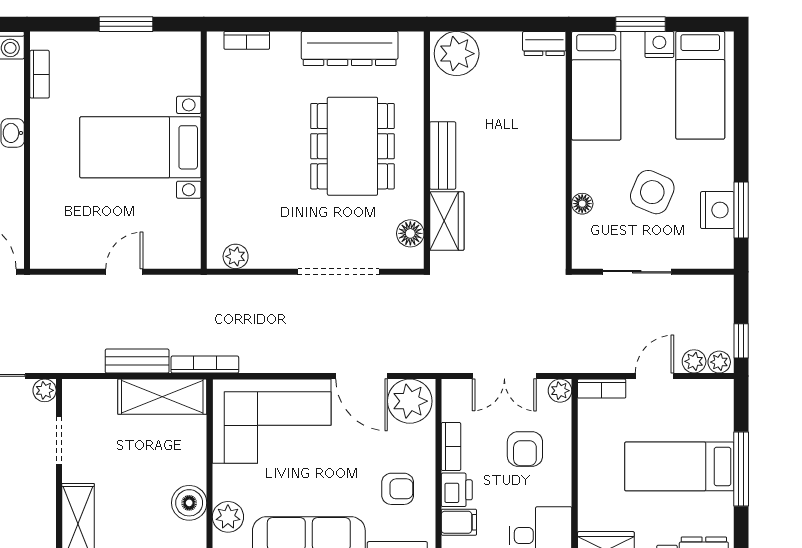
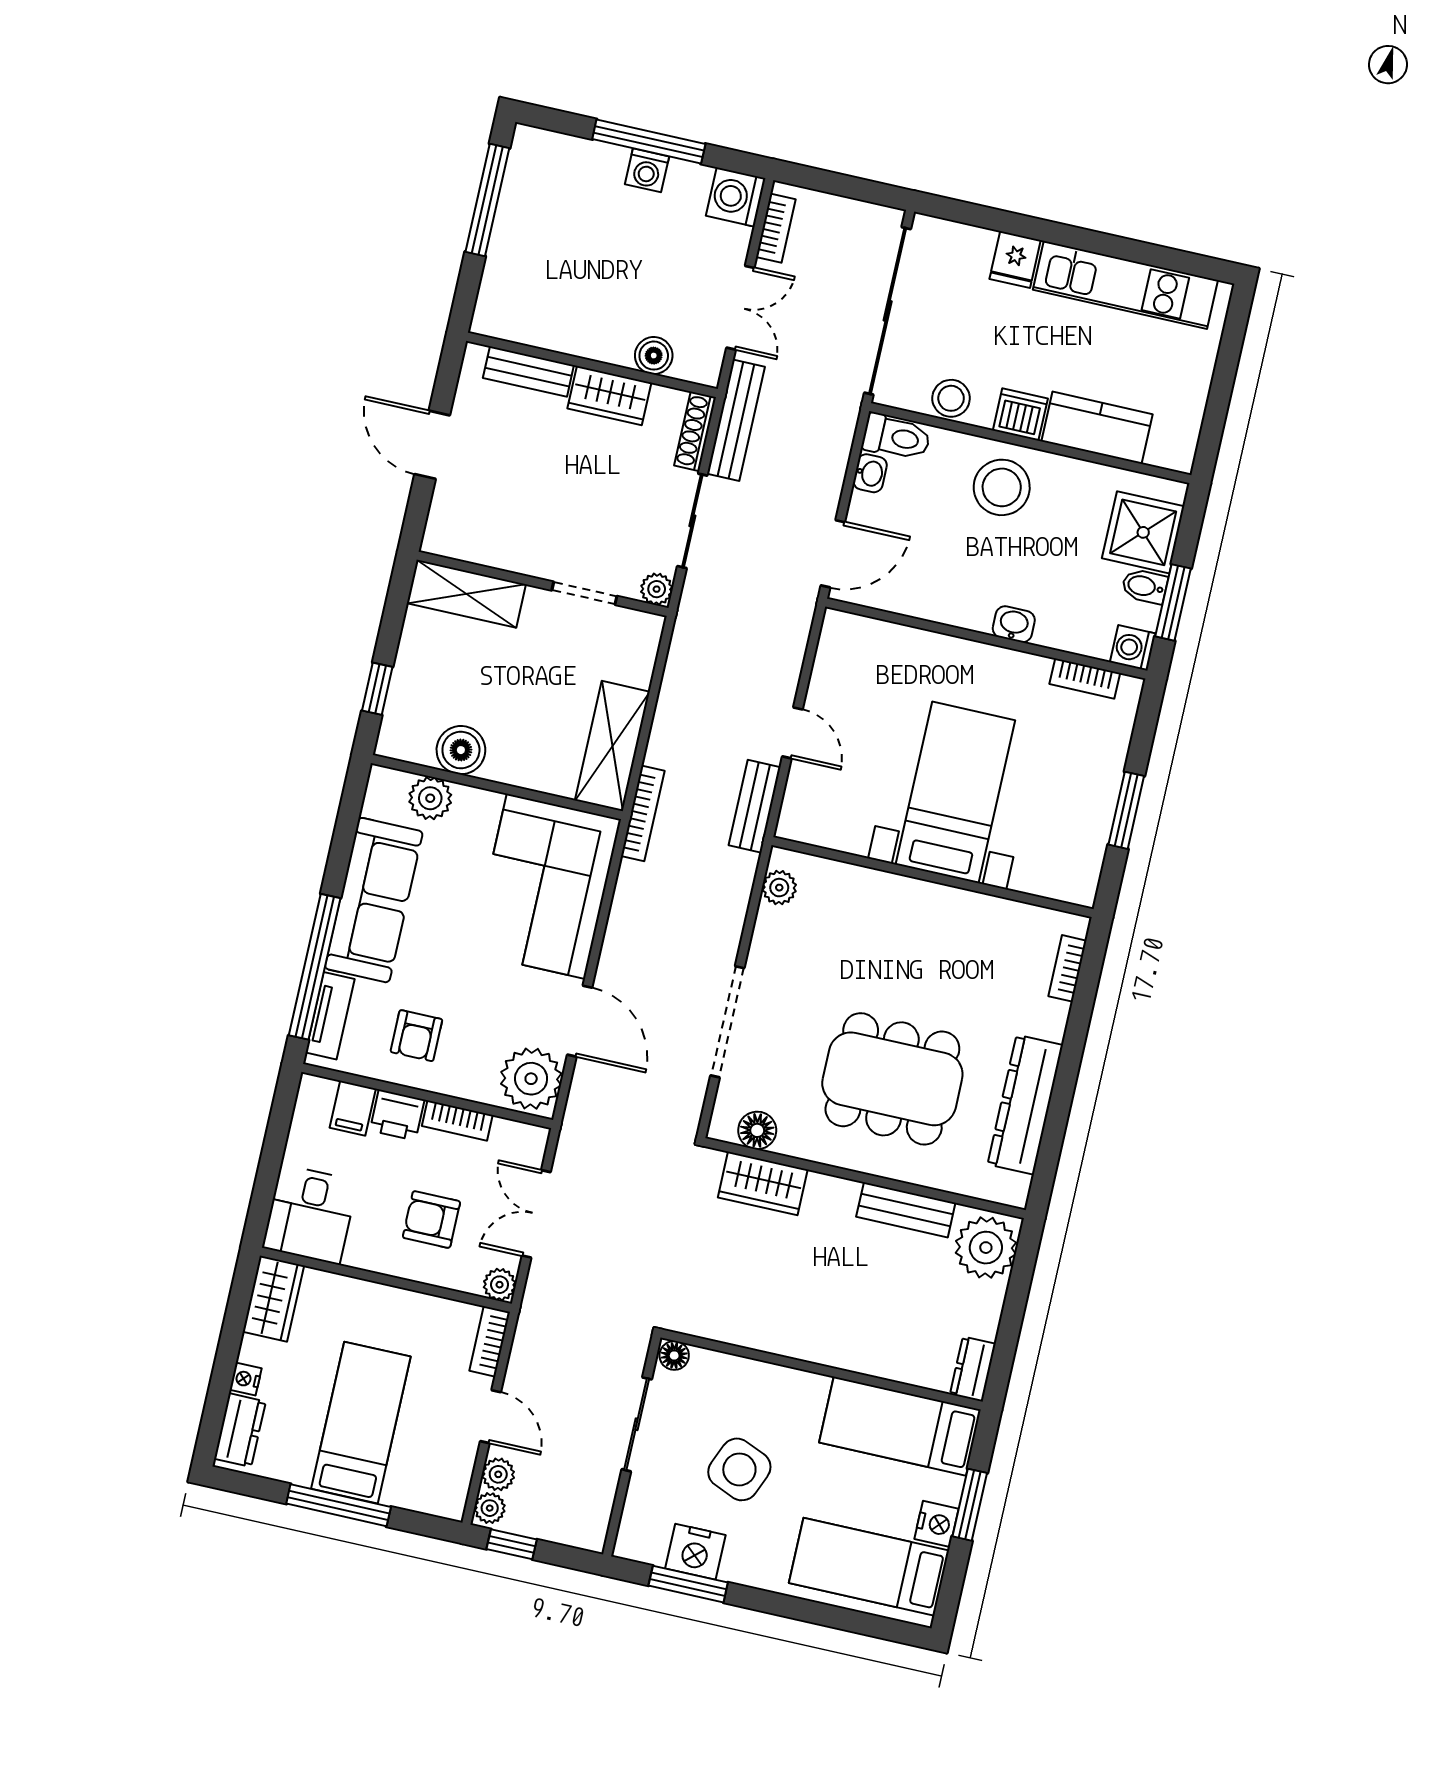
bench: (443, 155) -> (906, 1210), moved
floor lamp: (582, 204) -> (674, 1355), moved
bench: (137, 361) -> (755, 806), moved
door: (362, 376) -> (580, 1021), swing flipped

